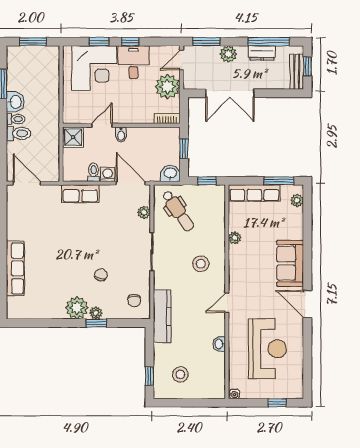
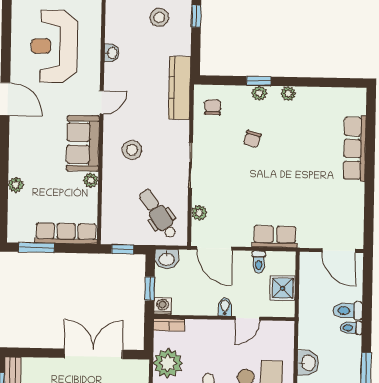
washbasin: (15, 102) -> (308, 363), moved, turned 180
shower: (73, 137) -> (283, 288), moved
washing machine: (108, 174) -> (163, 306), moved, turned 180
plant: (297, 201) -> (16, 185), moved
sofa: (290, 263) -> (83, 143), moved, turned 180
plant: (77, 308) -> (288, 94), width x0.53, depth x0.53

